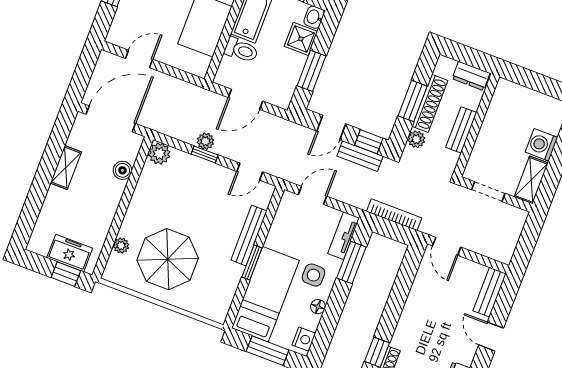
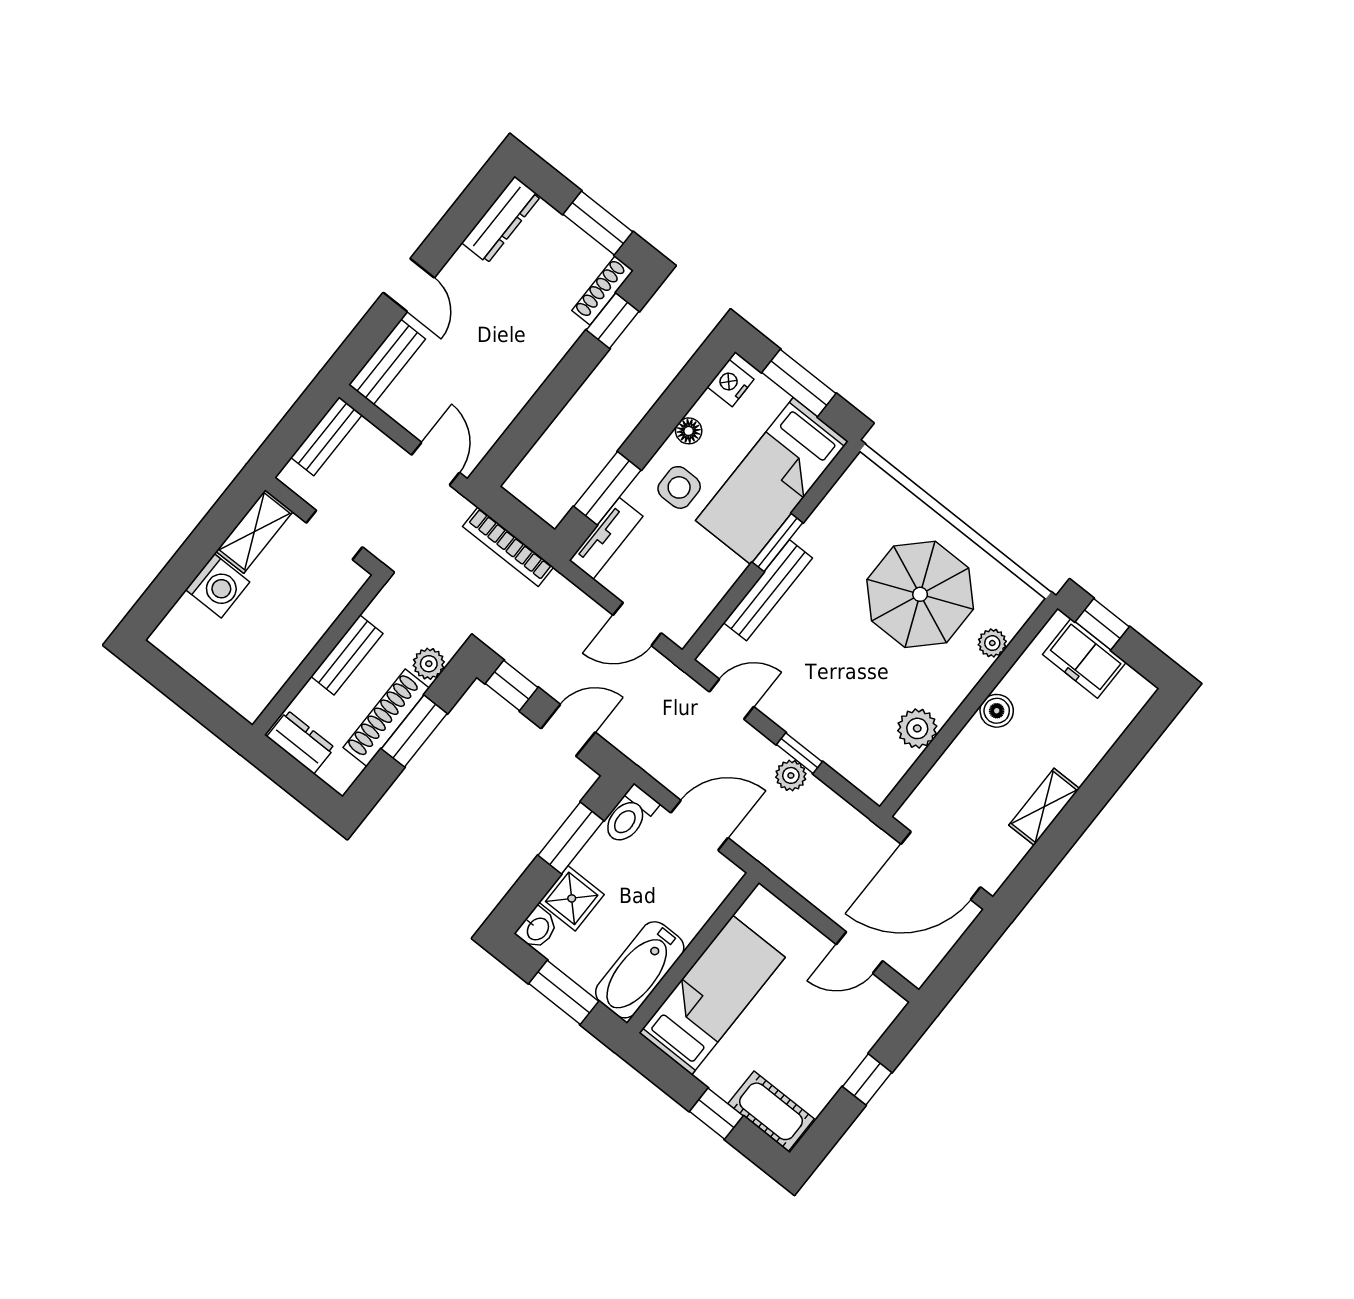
toilet: (241, 50) -> (630, 815), moved, turned -90
plant: (159, 153) -> (917, 728), moved
bench: (360, 156) -> (327, 436), moved, turned 90
boiler: (122, 170) -> (997, 711), moved

